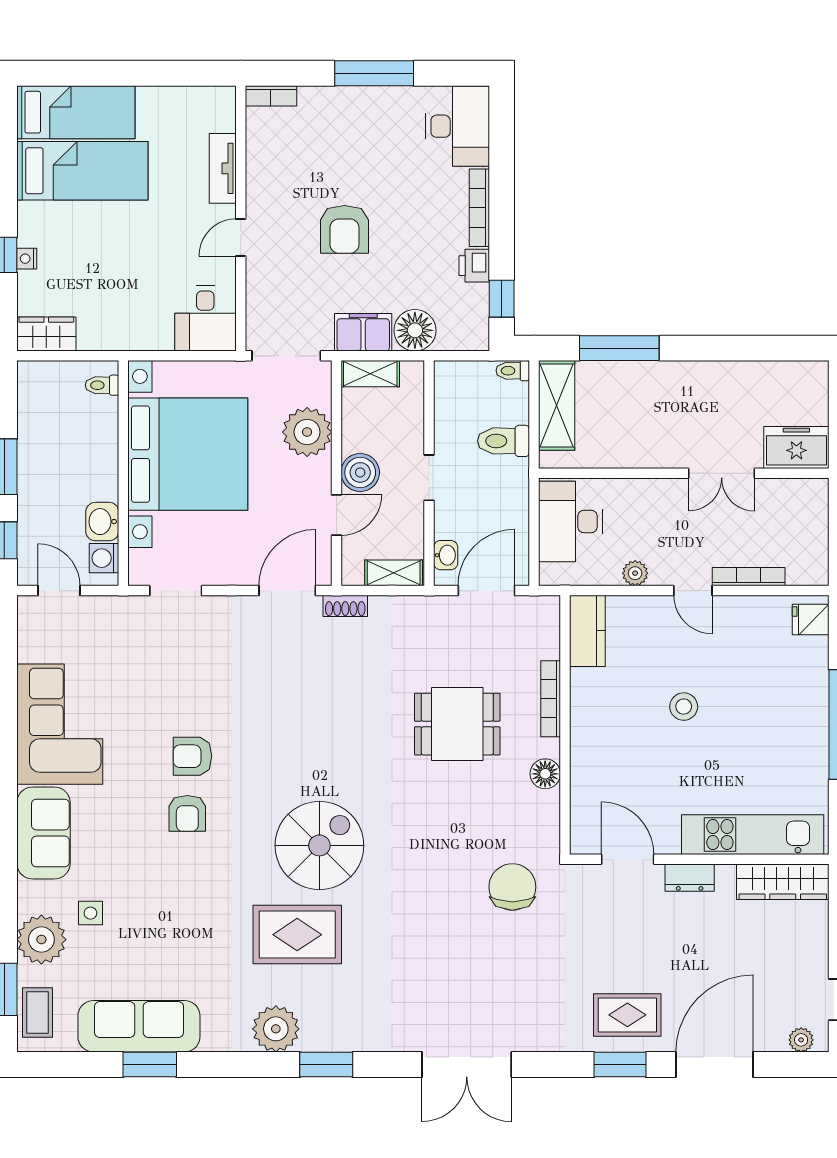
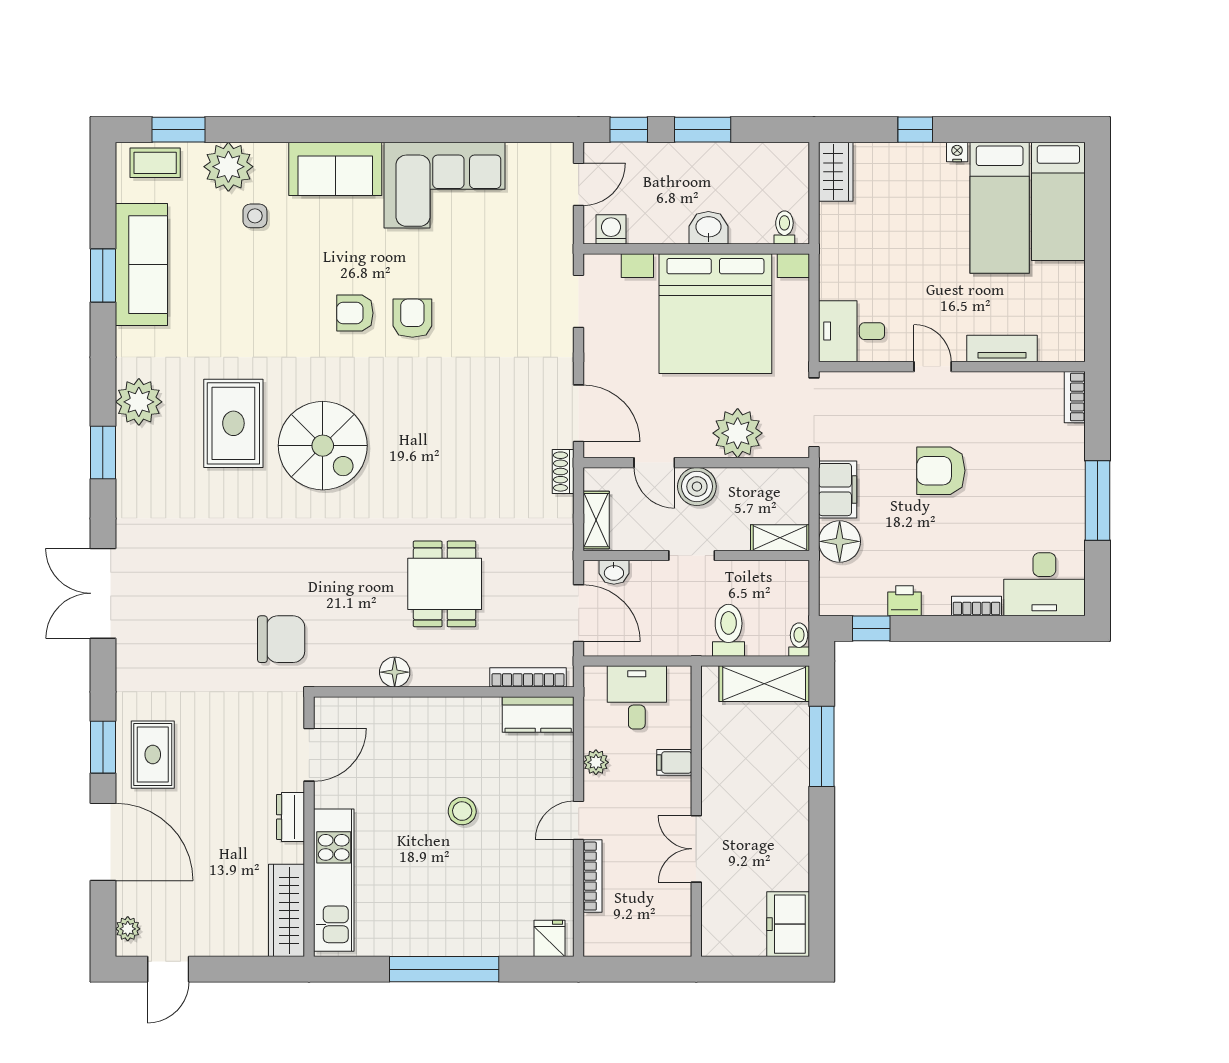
bookcase: (479, 208) -> (977, 606), width x0.64
nightstand: (27, 259) -> (957, 152), moved
shelving: (370, 374) -> (780, 538), moved, turned 90
freezer: (796, 447) -> (788, 924), moved, turned 180
filing cabinet: (635, 495) -> (674, 762), added
washbasin: (102, 522) -> (708, 228), moved
desk: (570, 522) -> (637, 697), width x0.73
bookcase: (551, 699) -> (528, 677), moved

